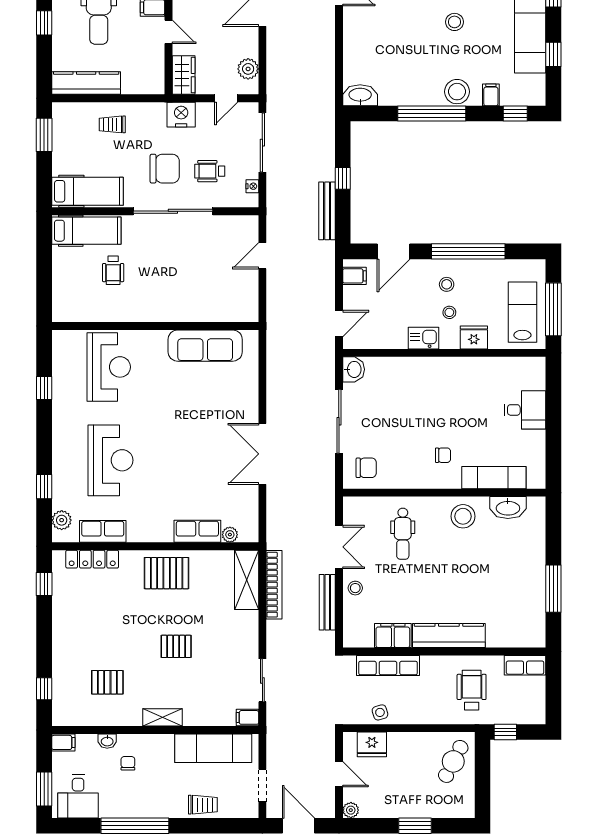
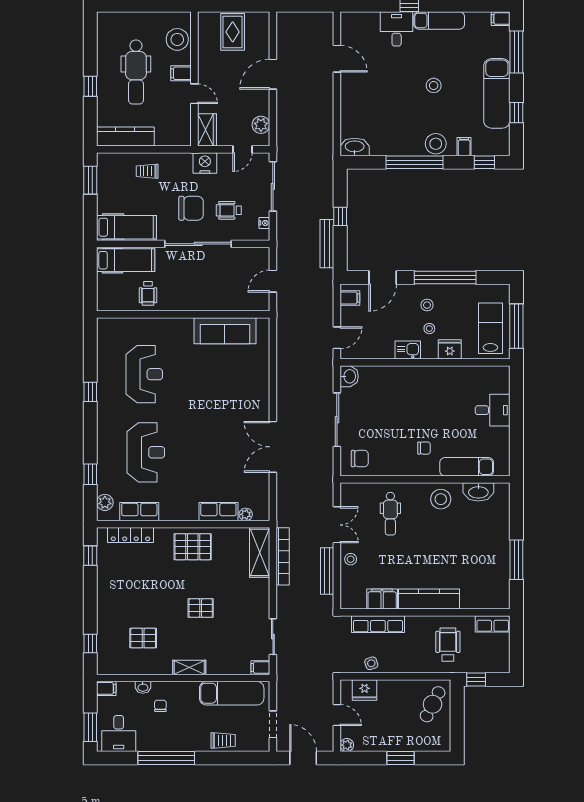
wall: (155, 326) -> (183, 314), moved
sofa: (205, 346) -> (225, 331), moved

